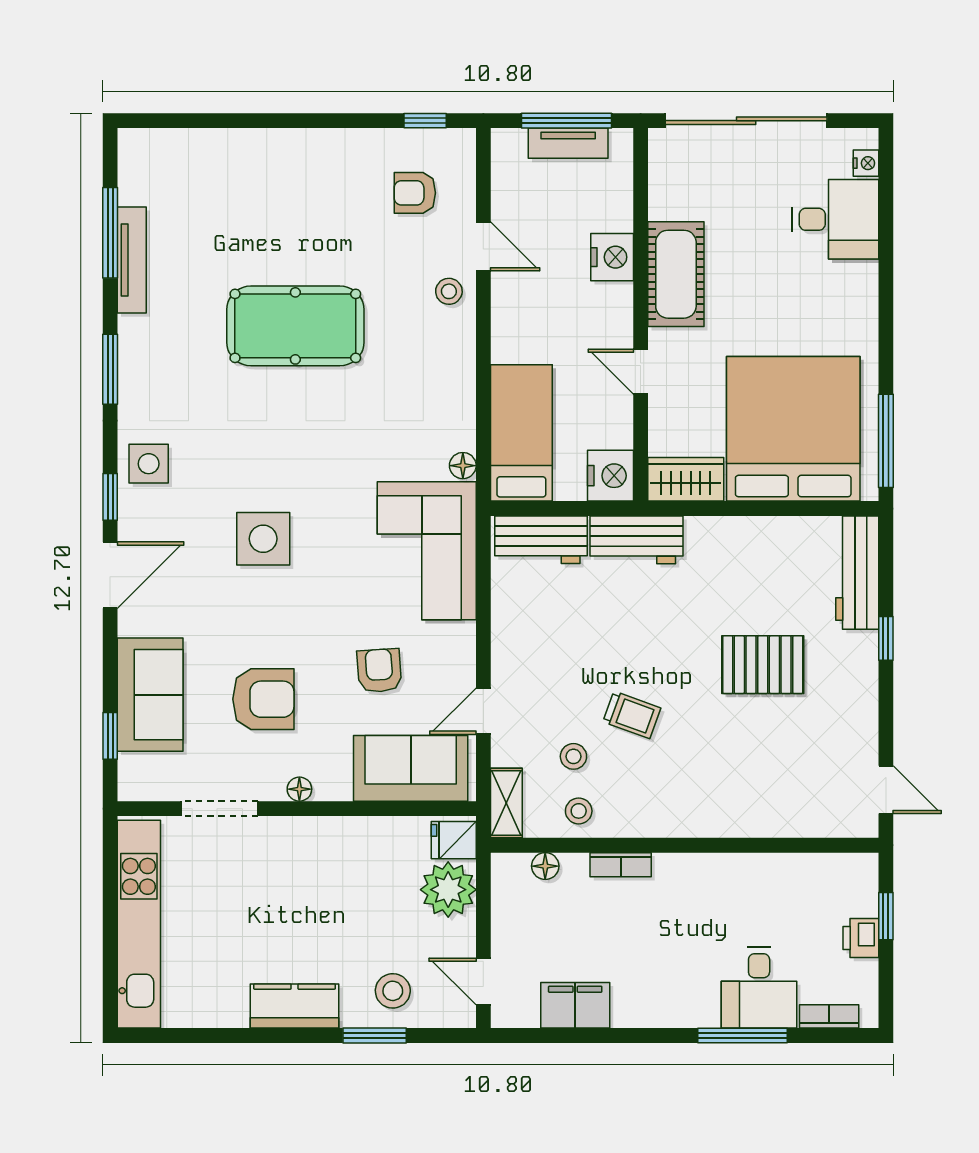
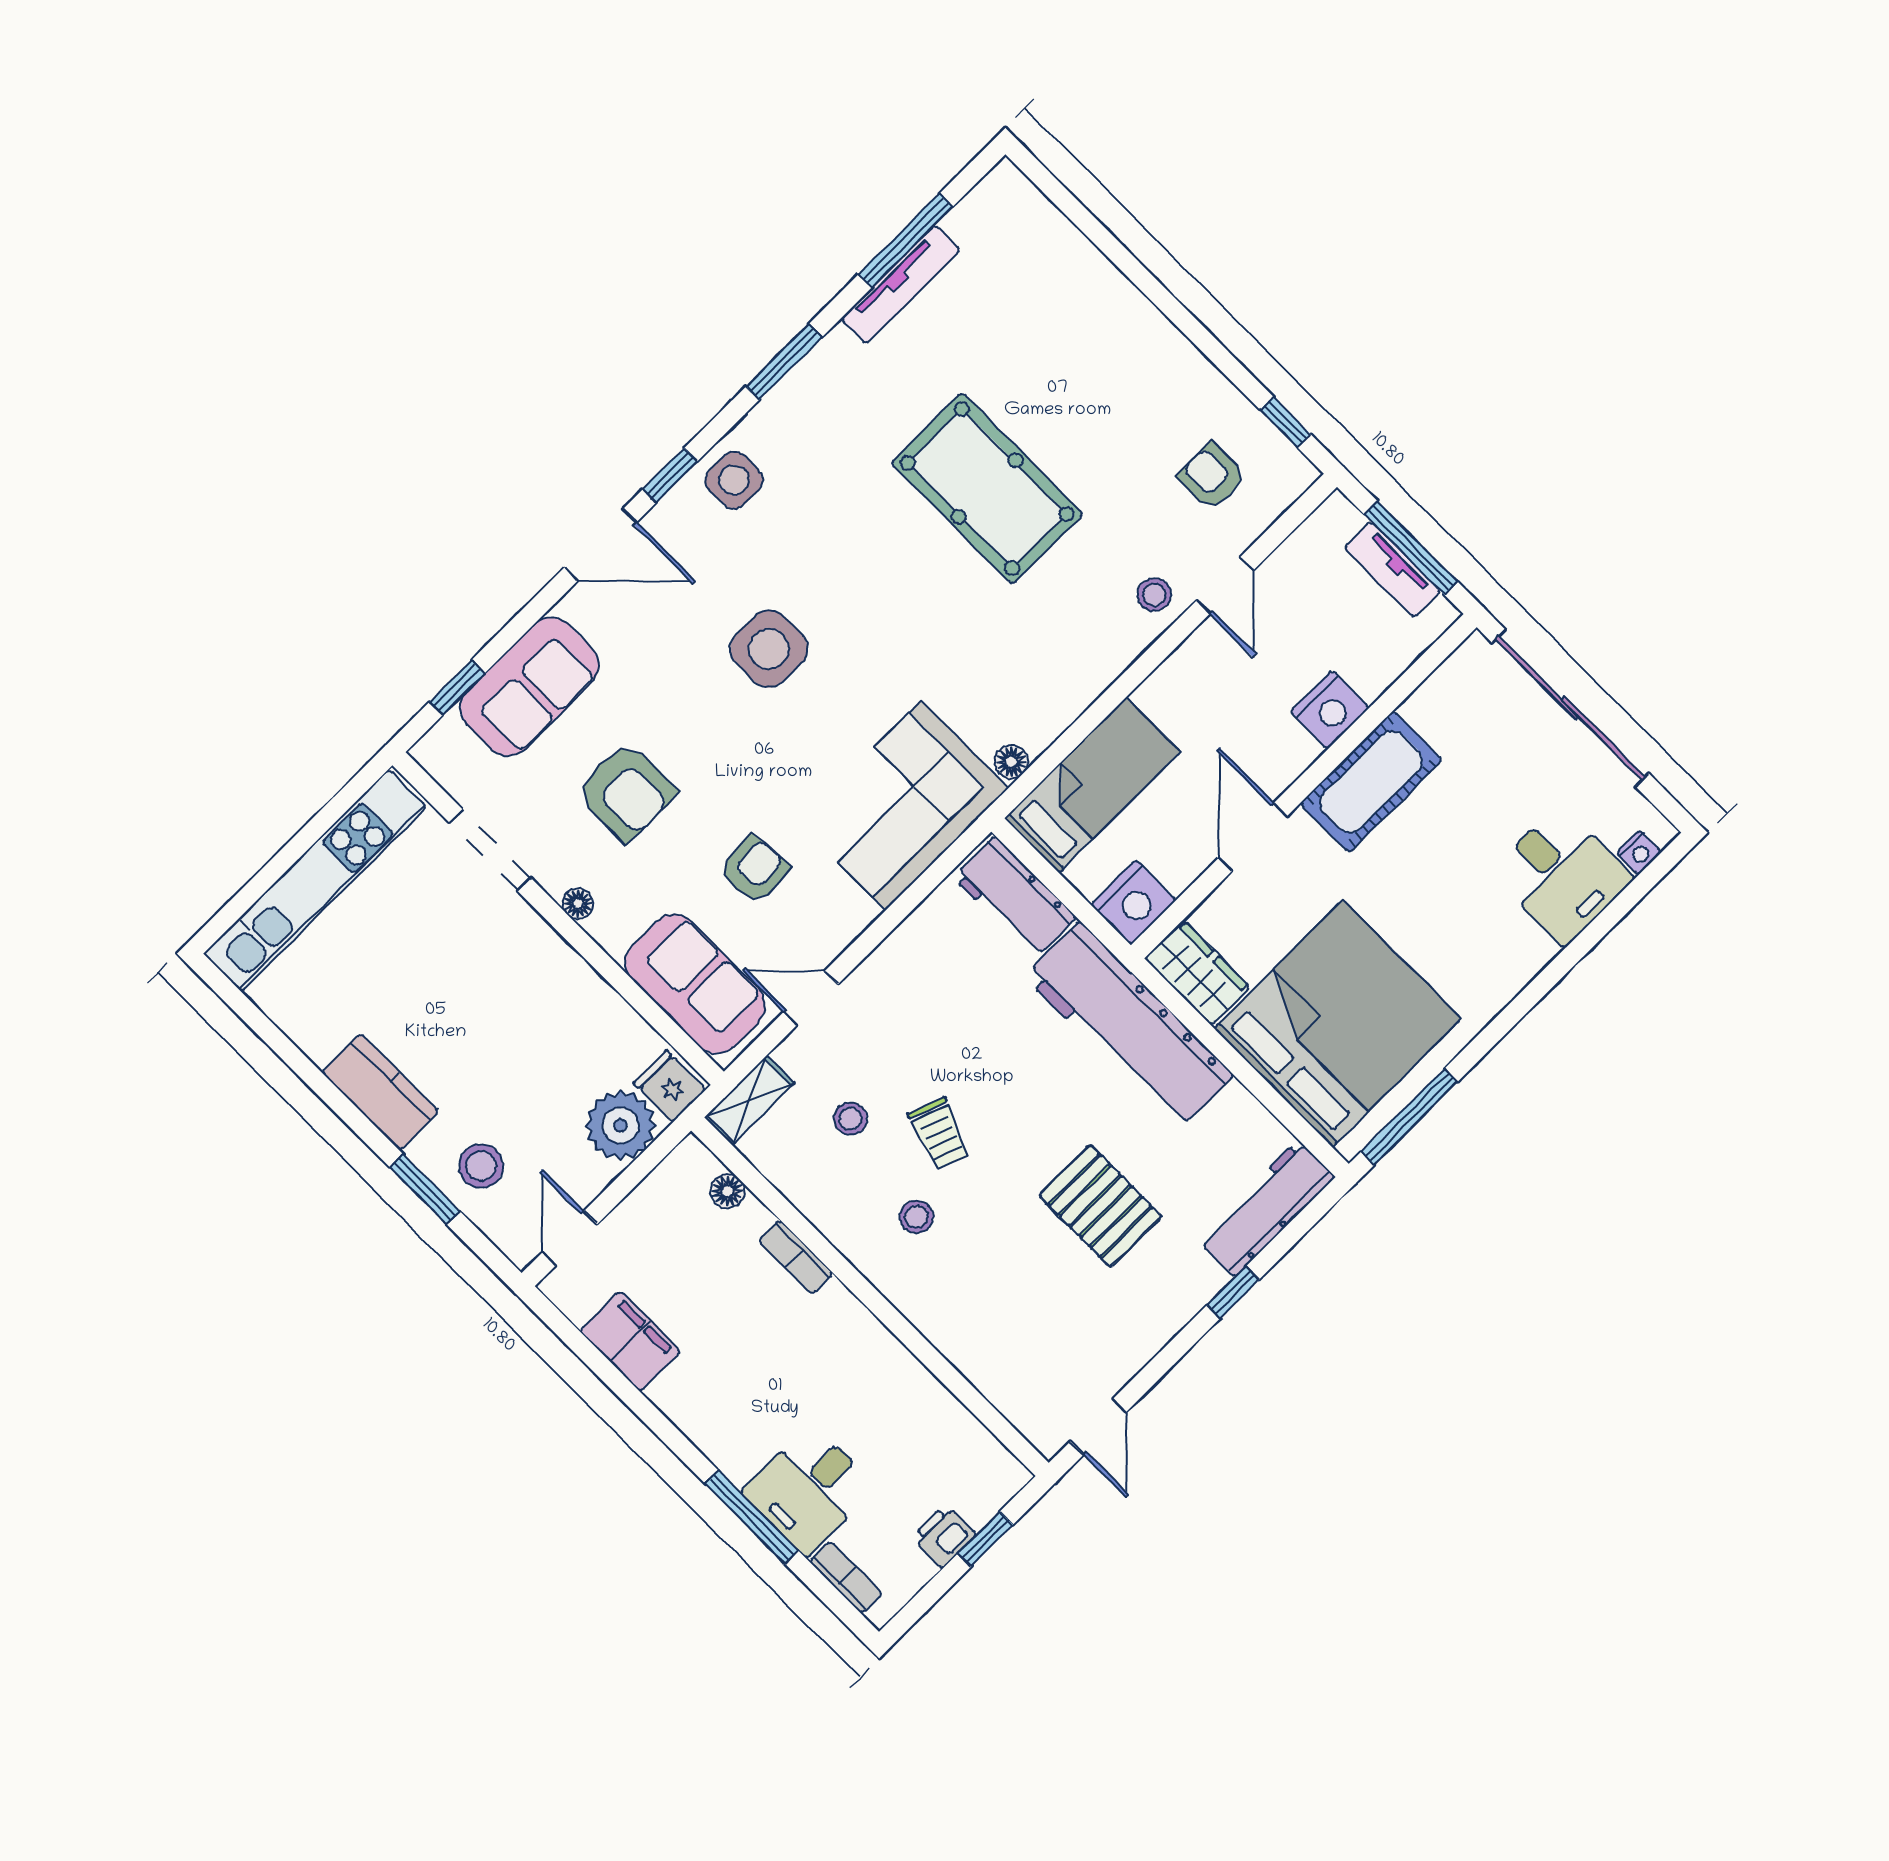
door: (641, 372) -> (1253, 837), width x1.38
workbench: (637, 540) -> (1129, 1026), width x1.88, depth x1.32
stool: (579, 811) -> (916, 1217), moved

